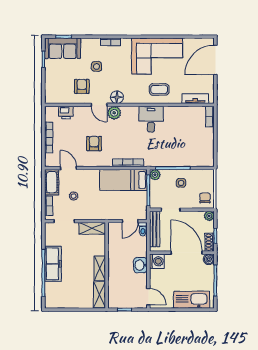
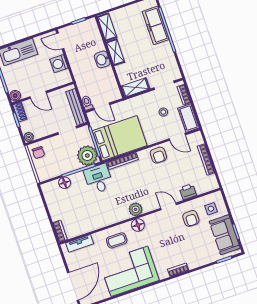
sofa: (63, 48) -> (225, 235), moved, turned -90
side table: (97, 66) -> (211, 209), moved
floor lamp: (117, 97) -> (138, 225), moved
printer: (66, 113) -> (188, 192), moved
plant: (114, 113) -> (136, 209), moved
desk: (151, 119) -> (98, 179), moved, turned 180
armchair: (94, 144) -> (158, 155), moved
floor lamp: (190, 161) -> (65, 183), added
plant: (155, 175) -> (87, 156), width x1.87, depth x1.87
bed: (123, 180) -> (120, 138), width x1.50
side table: (181, 183) -> (66, 159), removed
door: (130, 221) -> (102, 106), swing flipped
door: (187, 253) -> (38, 95), width x0.53
washing machine: (157, 261) -> (59, 64), moved
freezer: (53, 264) -> (156, 25), moved
washbasin: (140, 265) -> (102, 59), moved, turned 180

